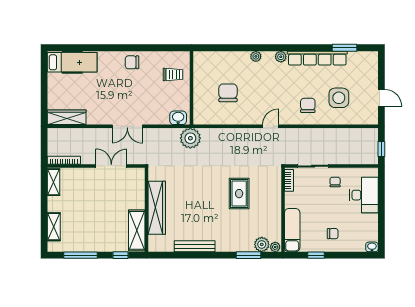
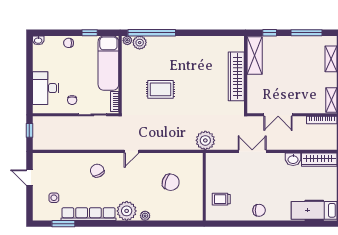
plant: (281, 57) -> (127, 211), width x1.88, depth x1.88
chair: (228, 93) -> (171, 182), turned -72
side table: (339, 98) -> (54, 198), moved, width x0.54, depth x0.54
chair: (308, 105) -> (97, 171), turned 153
washbasin: (178, 118) -> (293, 159), moved
double door: (127, 126) -> (252, 151), moved
rug: (239, 194) -> (160, 89), turned 90
exam couch: (292, 230) -> (108, 63), width x1.36, depth x1.45
chair: (333, 234) -> (69, 43), moved
bench: (195, 246) -> (201, 41), removed
window: (249, 255) -> (152, 33), width x2.11

